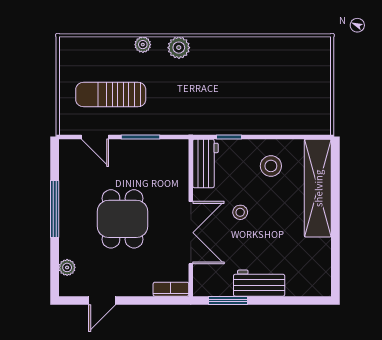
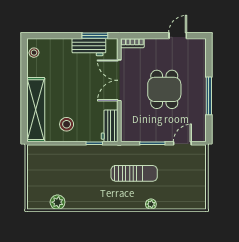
plant: (179, 48) -> (58, 202), moved
sun lounger: (111, 95) -> (134, 173), moved
door: (95, 137) -> (182, 143), hinge flipped
stool: (240, 212) -> (34, 53), moved
plant: (67, 267) -> (201, 57), removed
workbench: (259, 283) -> (89, 47), moved

